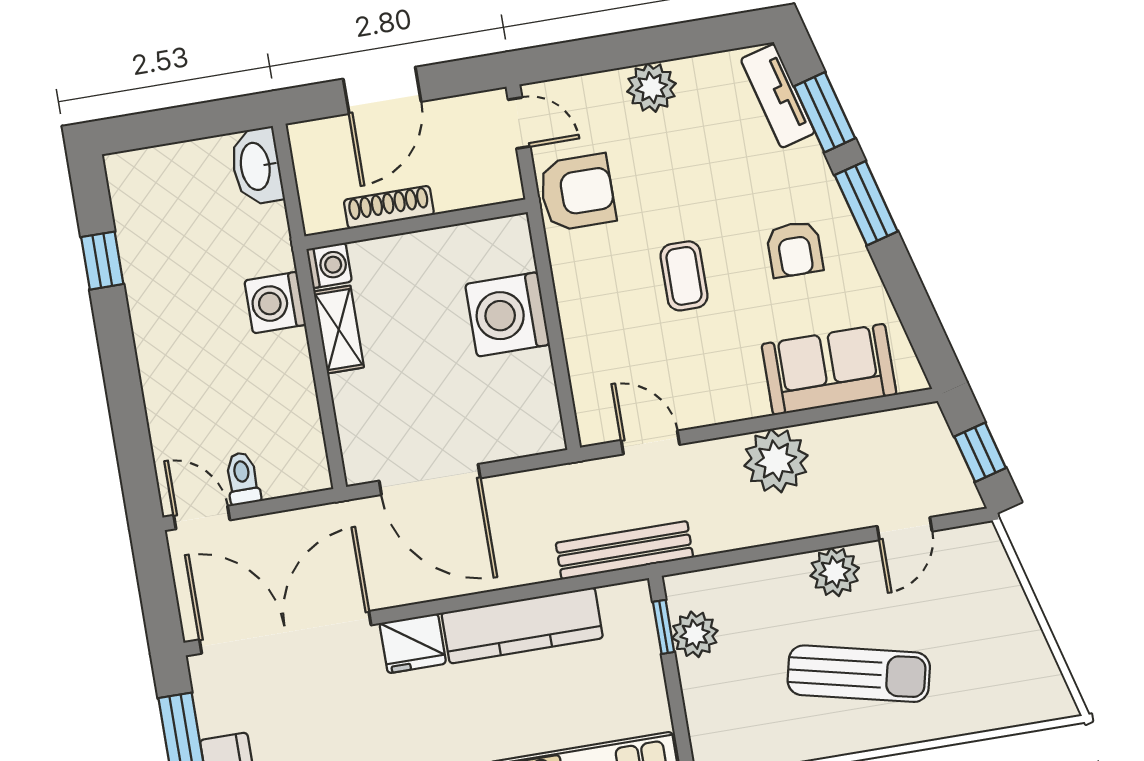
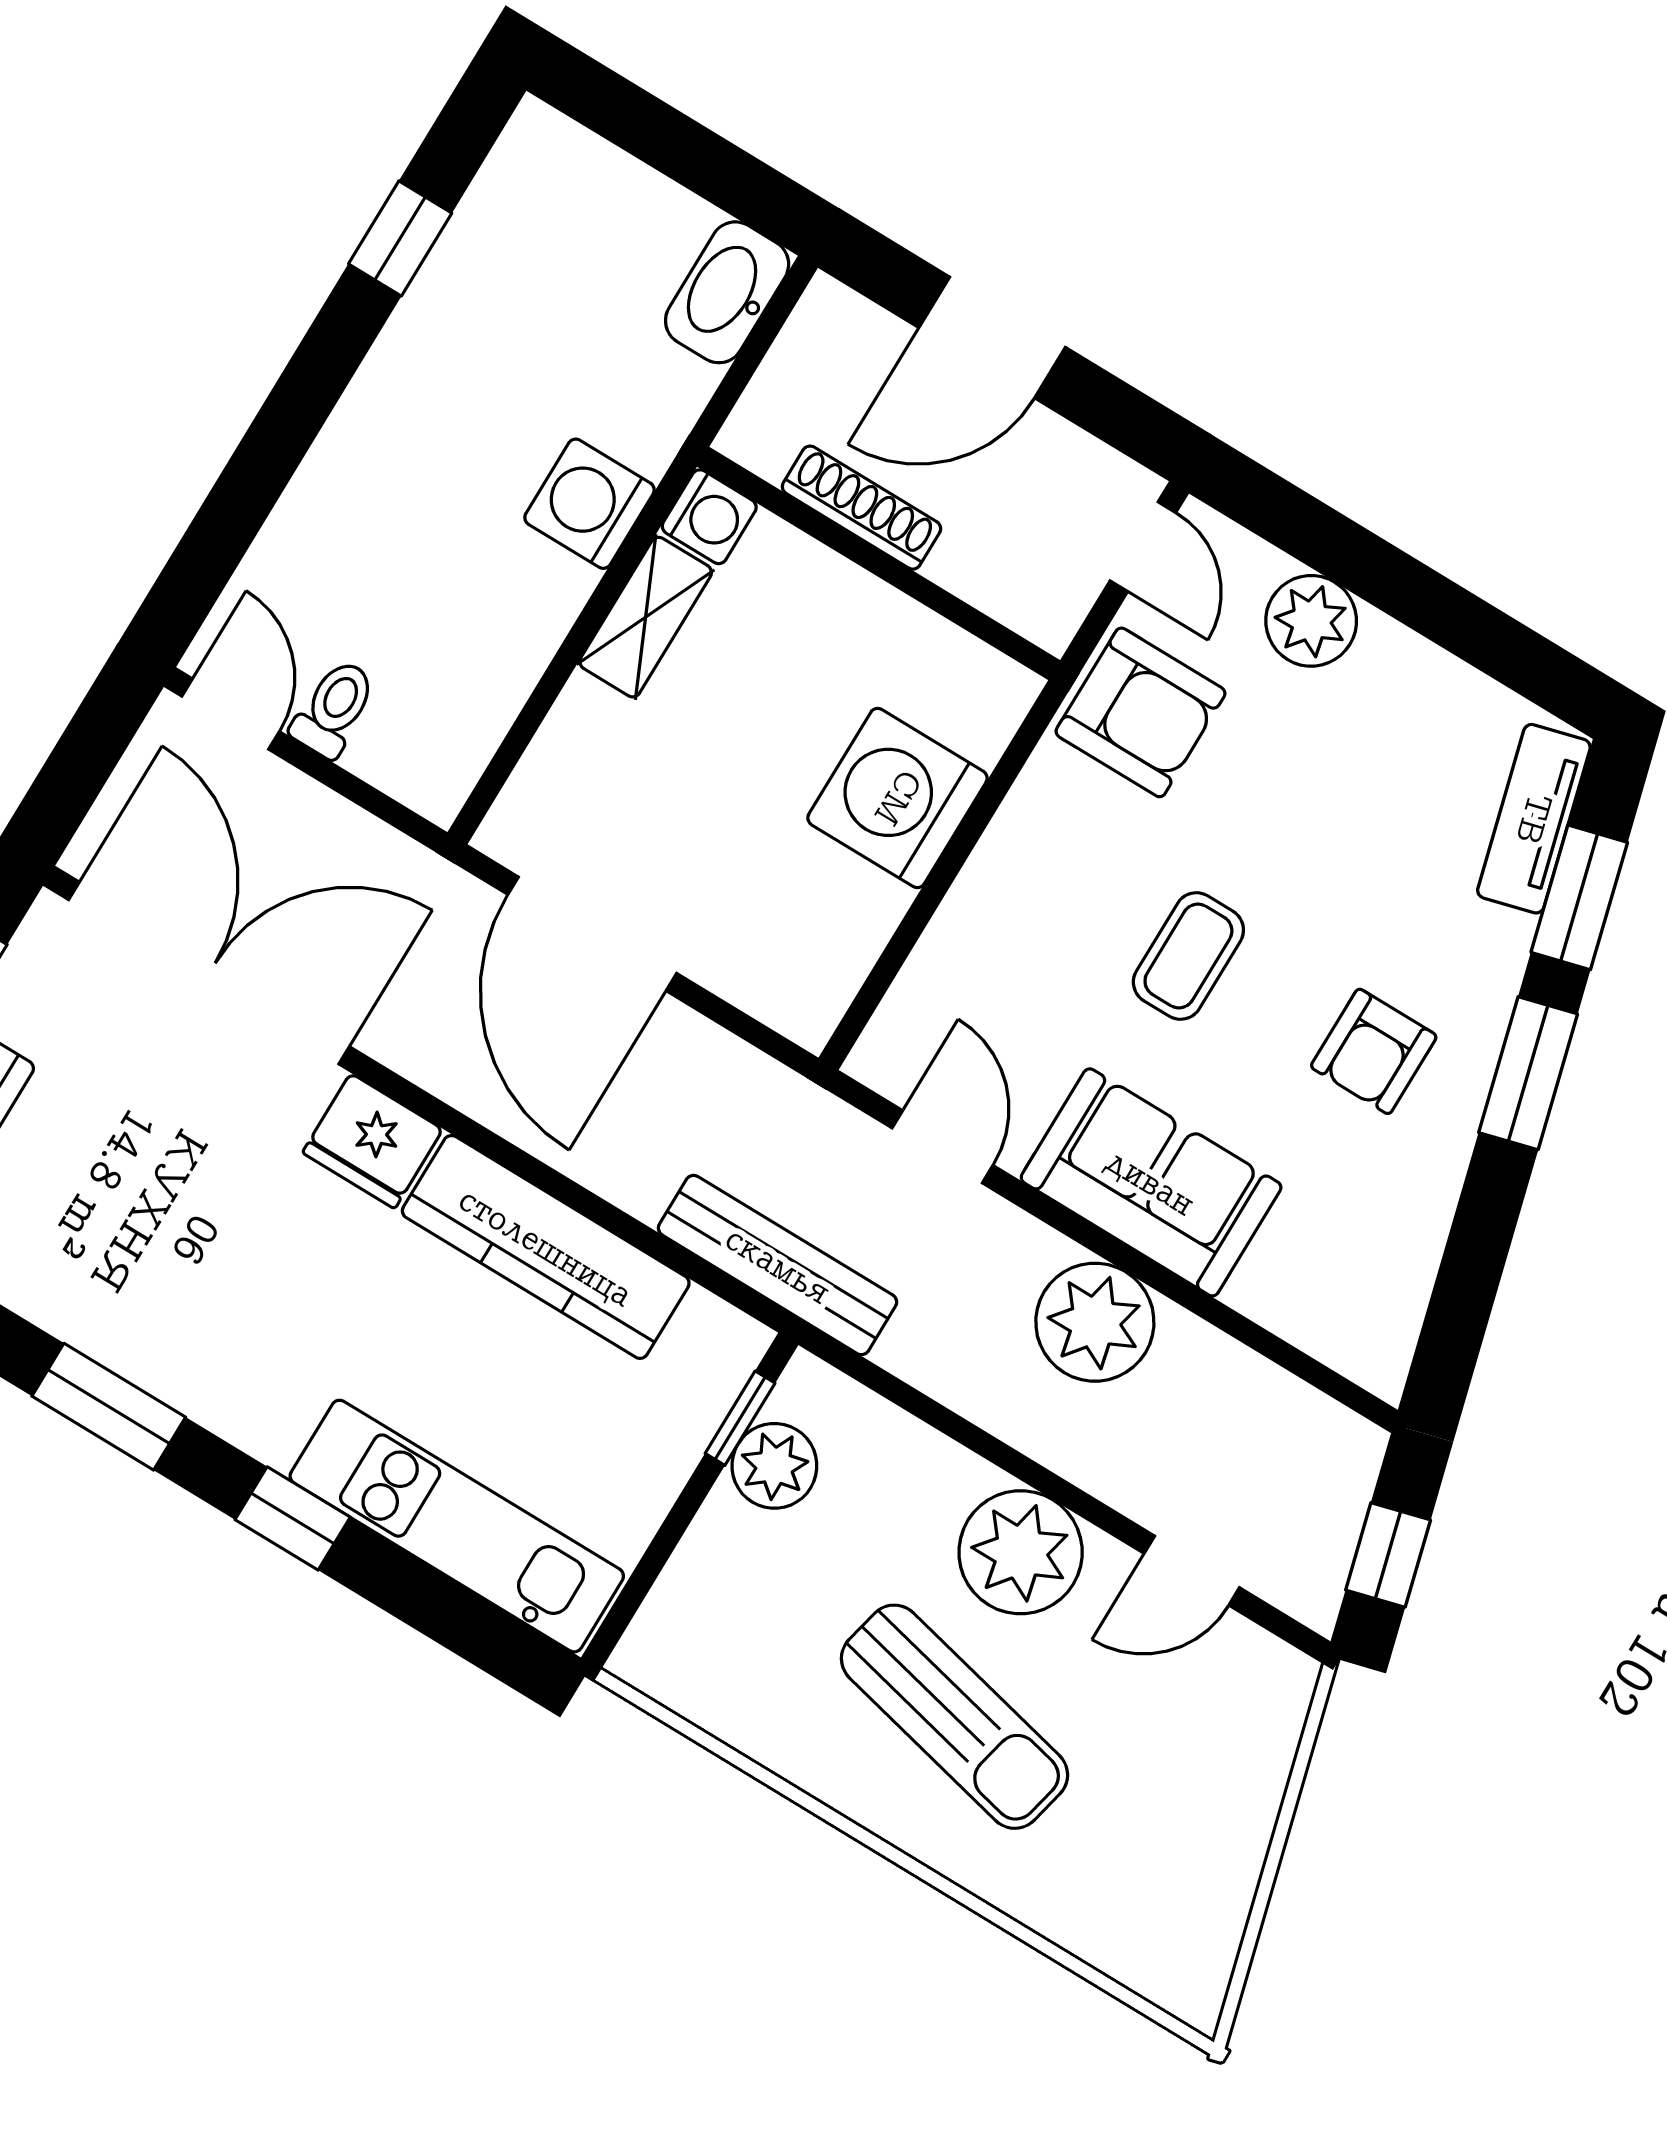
plant: (651, 88) -> (1311, 621), moved
sofa: (829, 369) -> (1151, 1182), moved
plant: (835, 572) -> (1021, 1552), width x1.36, depth x1.36

